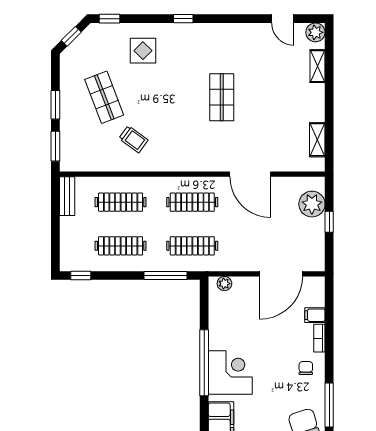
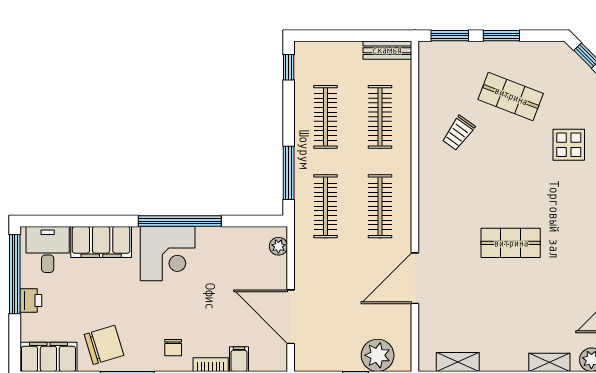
shop shelf: (104, 97) -> (511, 96), turned 42
chair: (306, 368) -> (173, 348), turned 90

